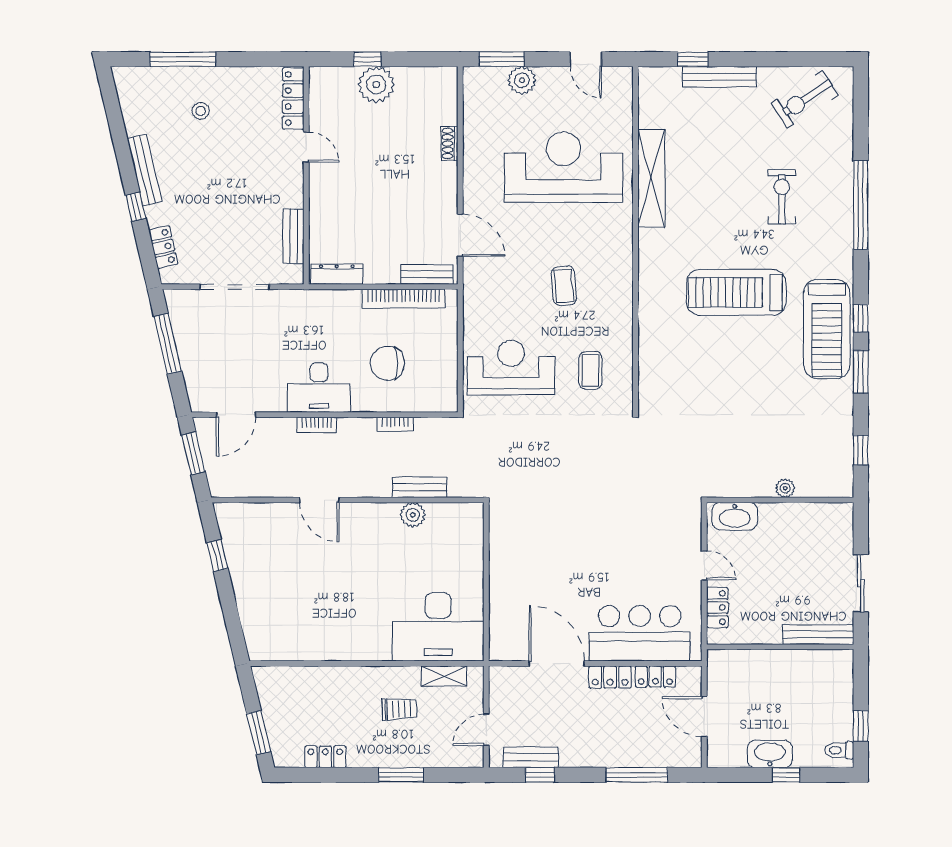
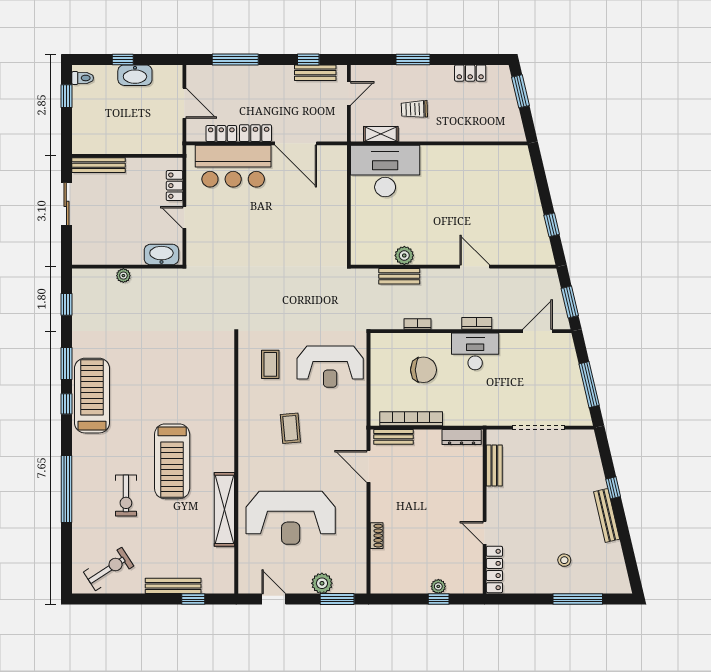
plant: (376, 85) -> (438, 586), width x0.53, depth x0.53
locker: (163, 247) -> (592, 457), removed
treadmill: (736, 292) -> (172, 461), moved, turned 90

